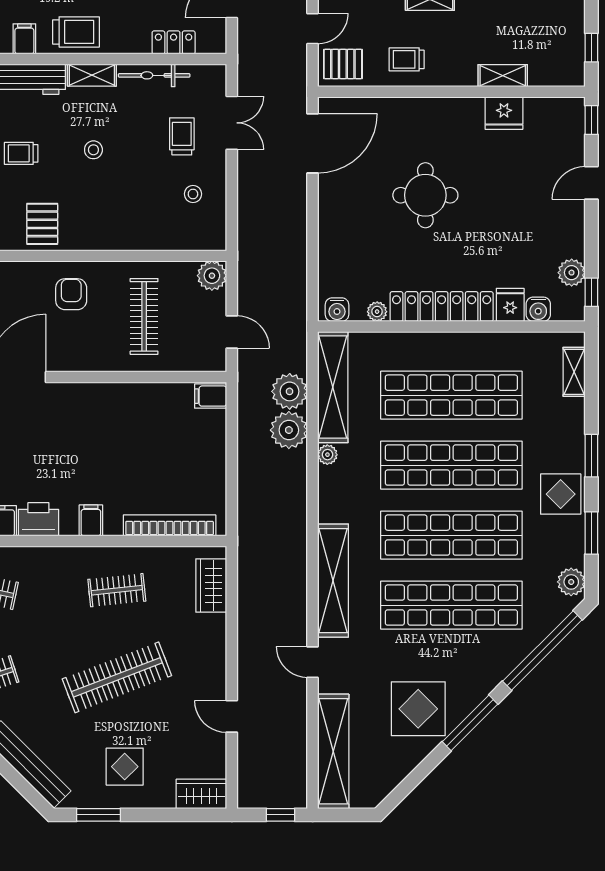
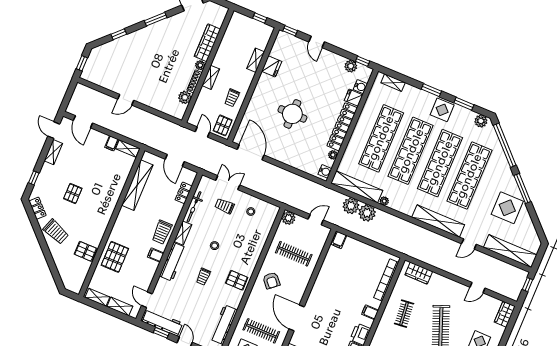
trolley: (76, 32) -> (162, 232), turned 180
armchair: (71, 294) -> (271, 281), turned -131

